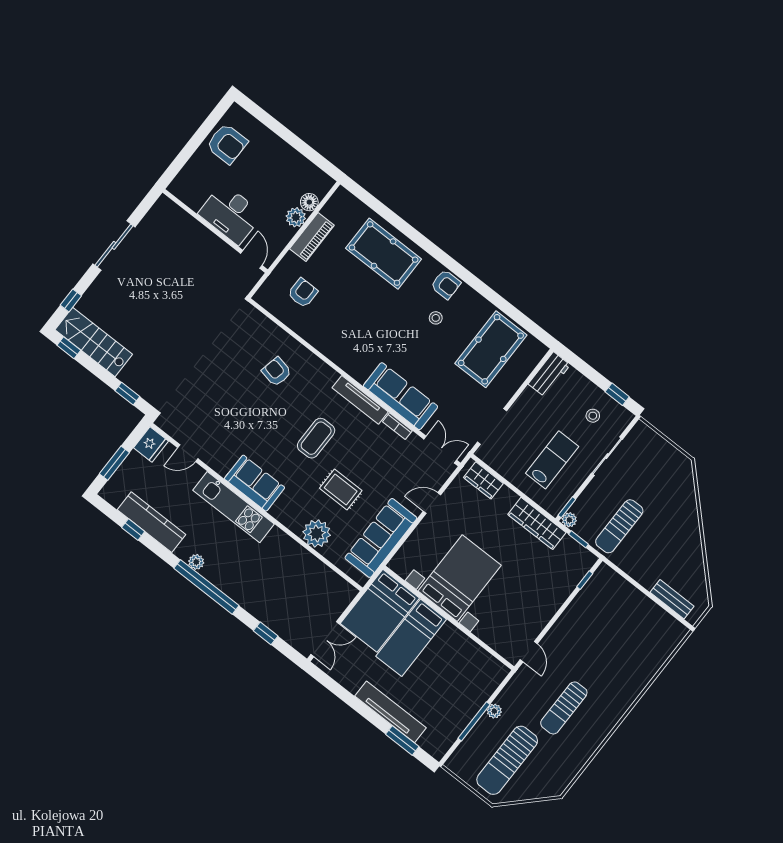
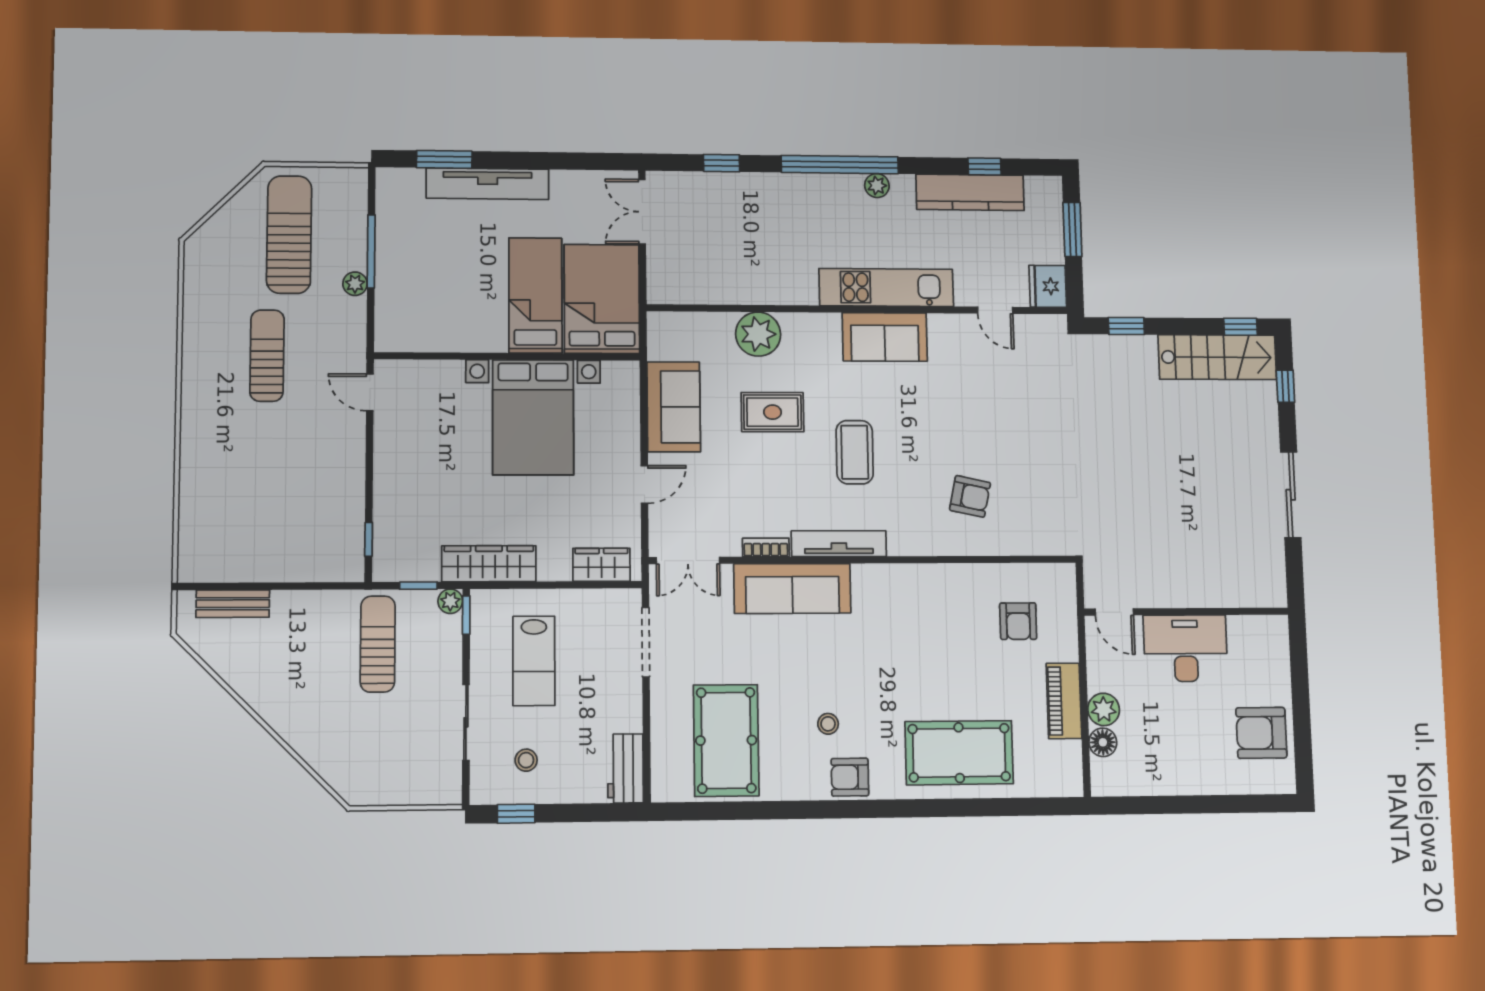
door: (188, 453) -> (995, 310), swing flipped
sofa: (381, 538) -> (674, 407), width x0.73

